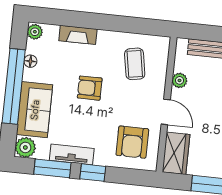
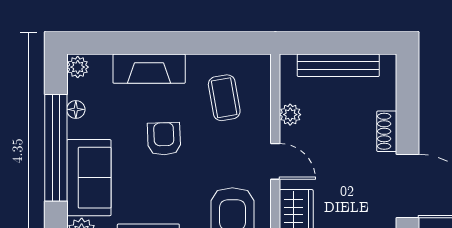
fireplace: (78, 35) -> (149, 69), width x1.37, depth x1.32
armchair: (90, 88) -> (164, 139), turned 88

